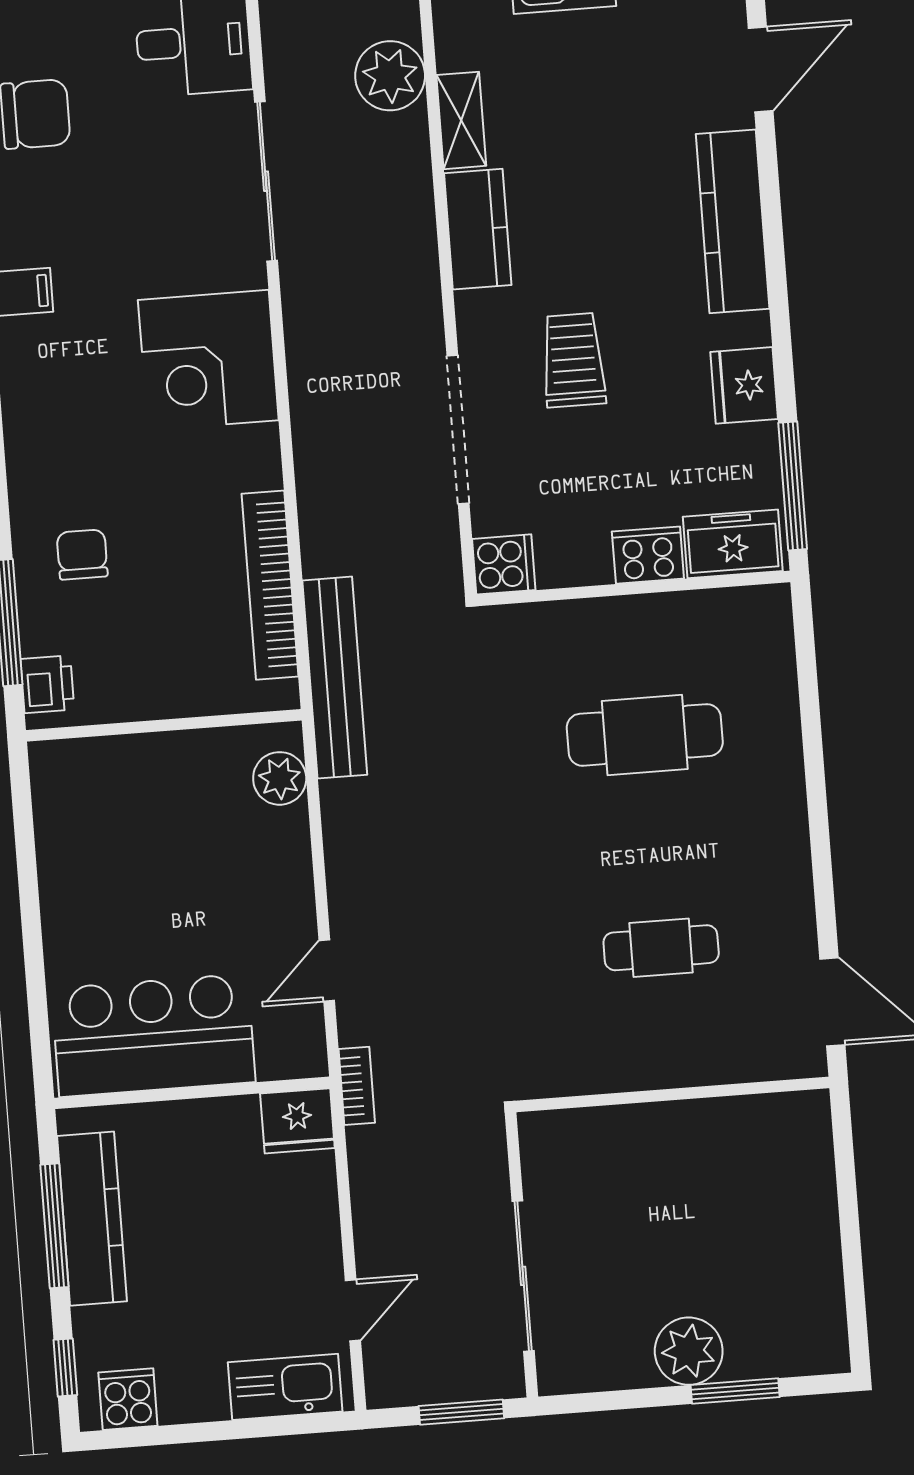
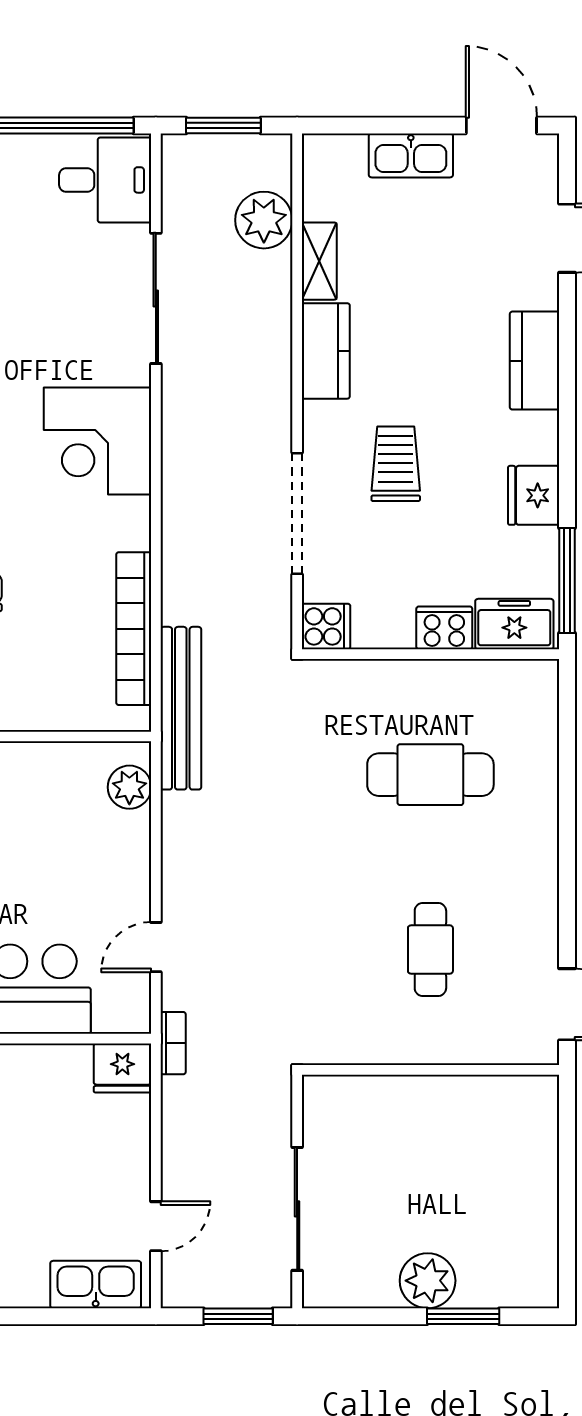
kitchen counter: (733, 221) -> (534, 361), width x0.67
cafe table: (661, 948) -> (430, 949), turned 90

